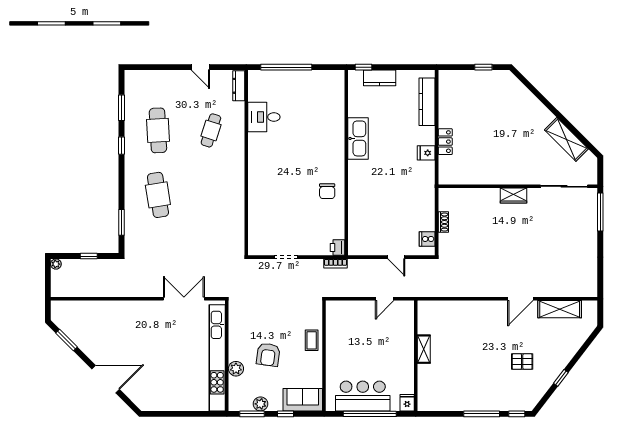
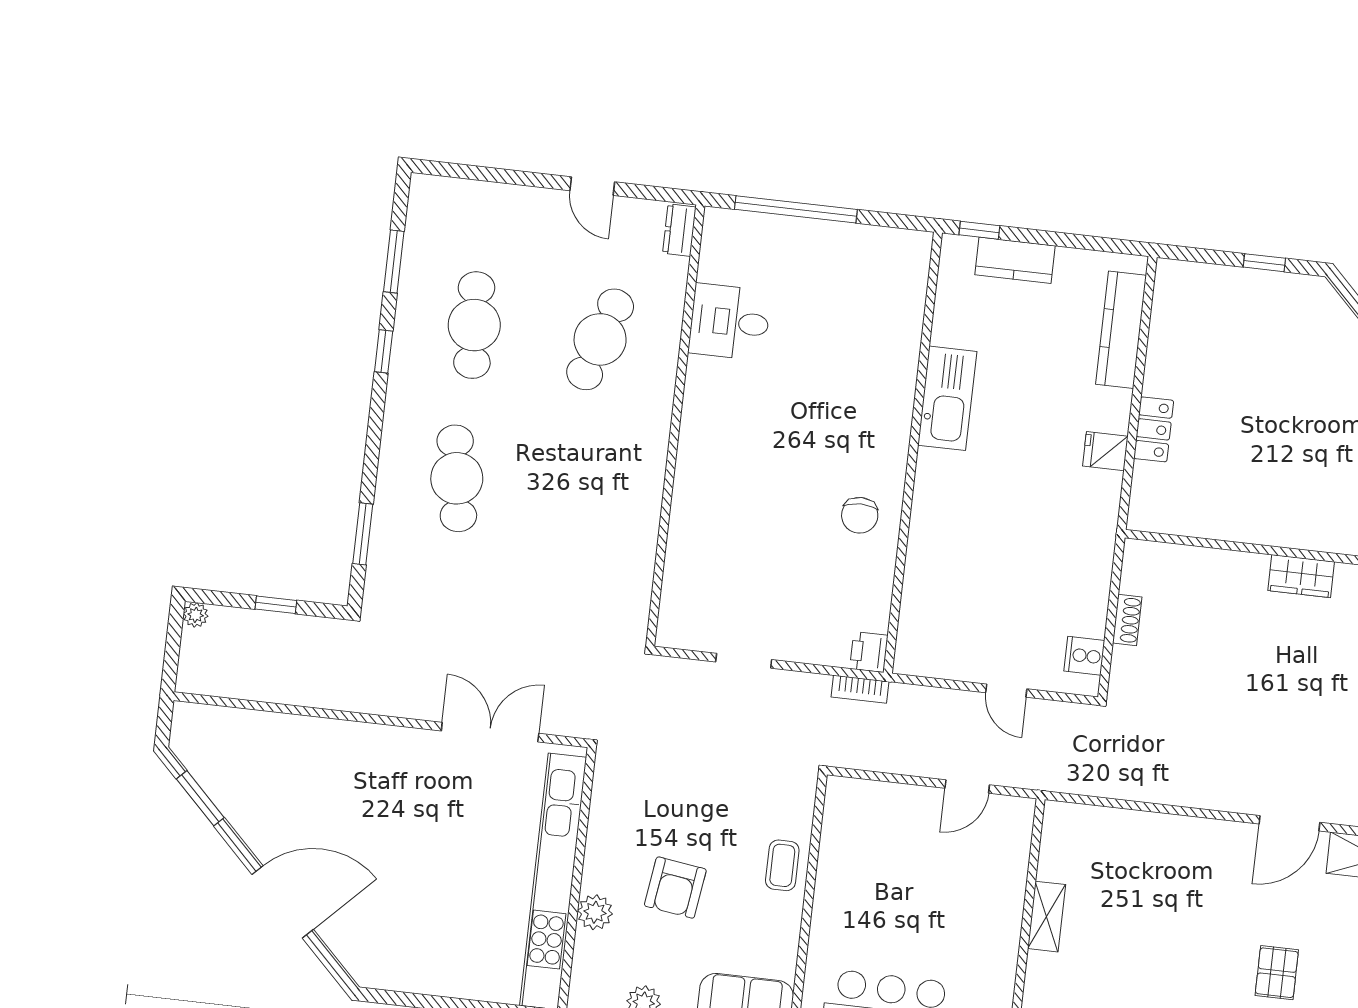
dresser: (239, 86) -> (679, 230), width x0.70
cafe table: (211, 130) -> (600, 339), width x1.37, depth x1.35
pallet: (522, 362) -> (1277, 973), turned 90

